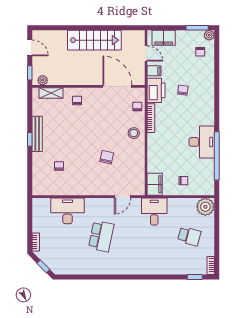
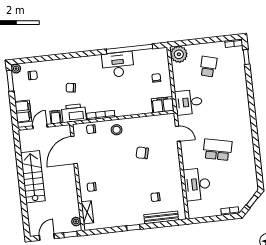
bench: (37, 134) -> (161, 217), moved

